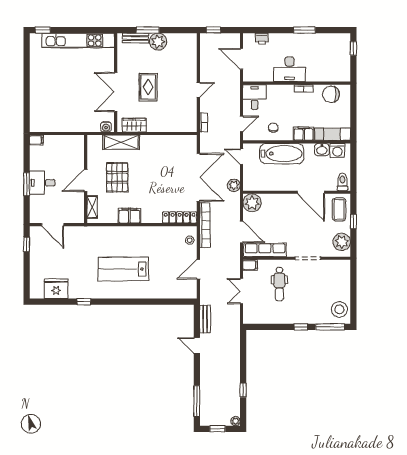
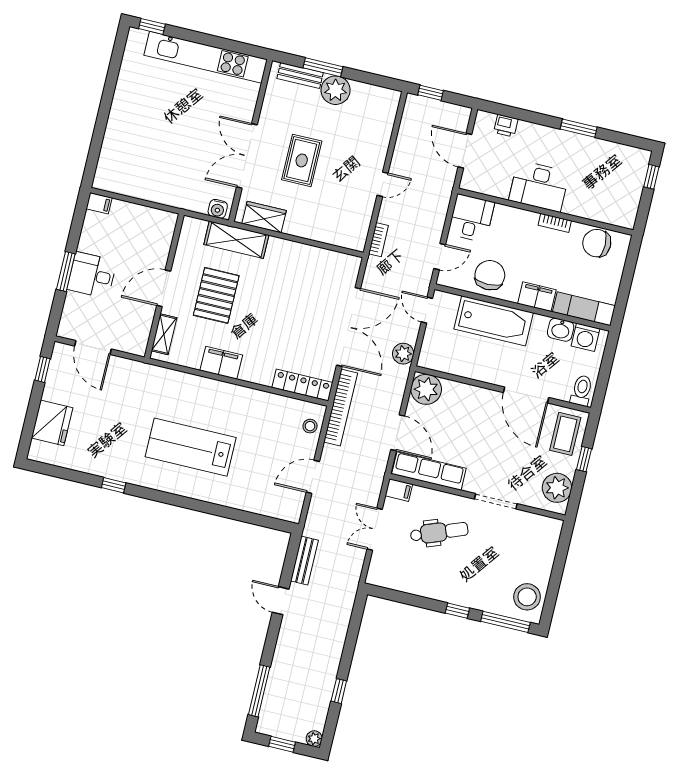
chair: (273, 128) -> (490, 275), width x1.87, depth x1.87
dental chair: (279, 284) -> (439, 532), turned -111
fridge: (56, 289) -> (52, 423), moved, turned 90

